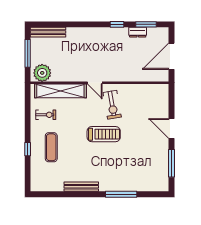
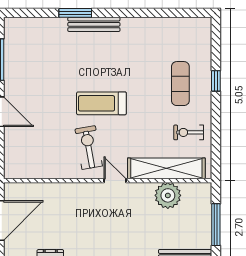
plant: (42, 73) -> (168, 195), moved
bench: (81, 187) -> (94, 24), moved
window: (121, 194) -> (75, 13), width x0.69

